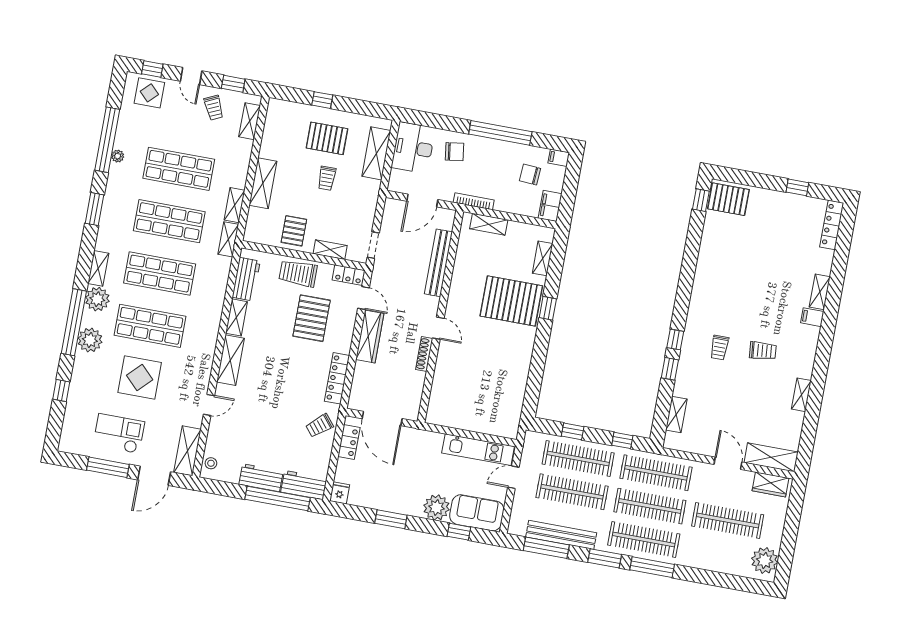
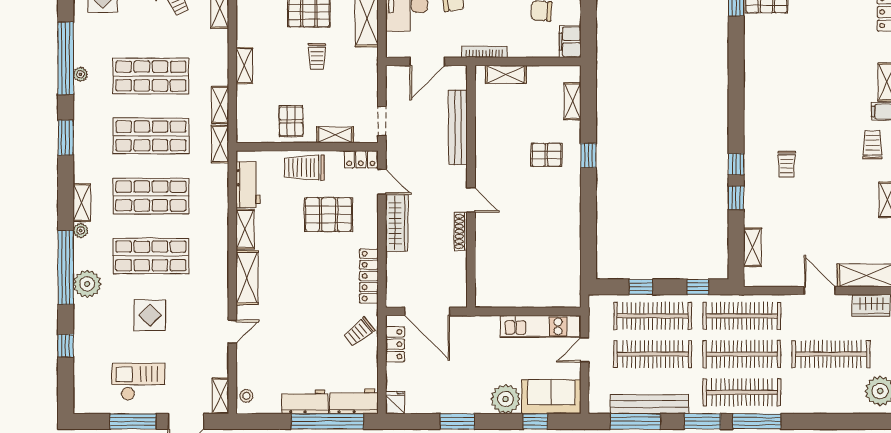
shelving: (263, 183) -> (244, 66), width x0.67, depth x0.75
plant: (97, 299) -> (81, 231), width x0.53, depth x0.53
pallet: (511, 301) -> (546, 155), width x0.49, depth x0.50
pallet: (312, 318) -> (328, 215), turned 90
trolley: (763, 351) -> (872, 145), moved, turned -85
display table: (140, 378) -> (150, 315), width x0.73, depth x0.73
shelving: (187, 451) -> (220, 396), width x0.67, depth x0.75

